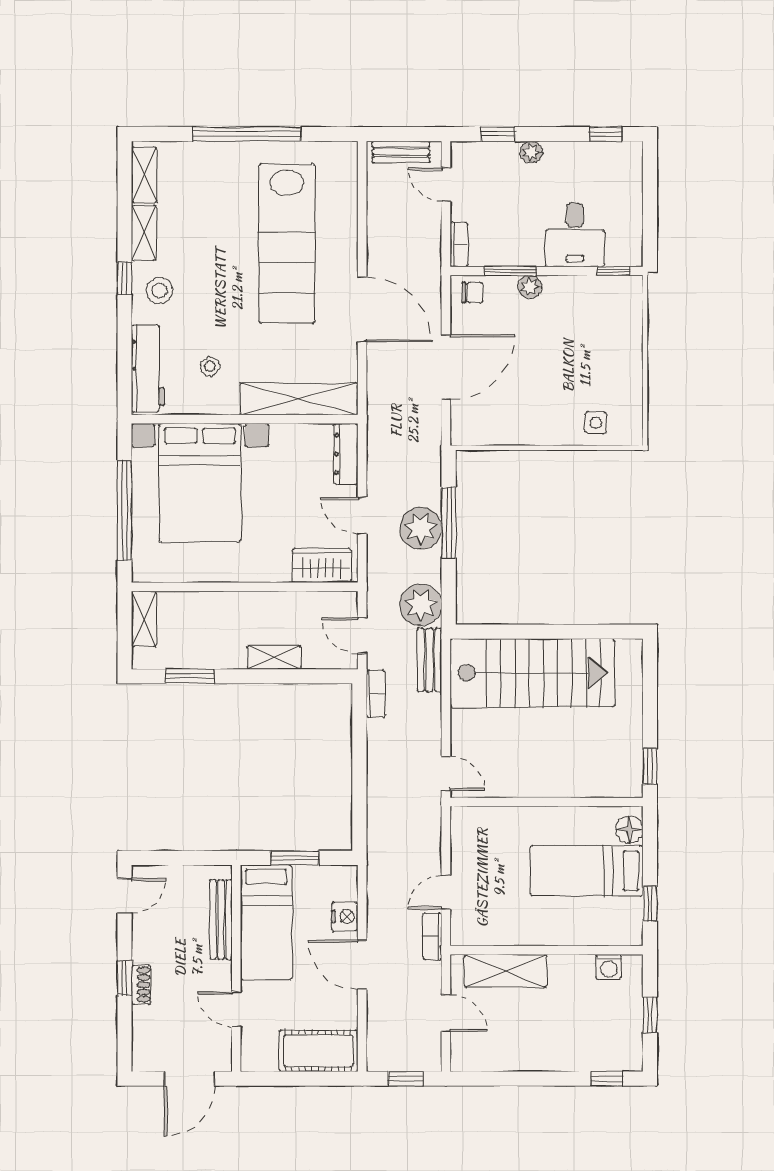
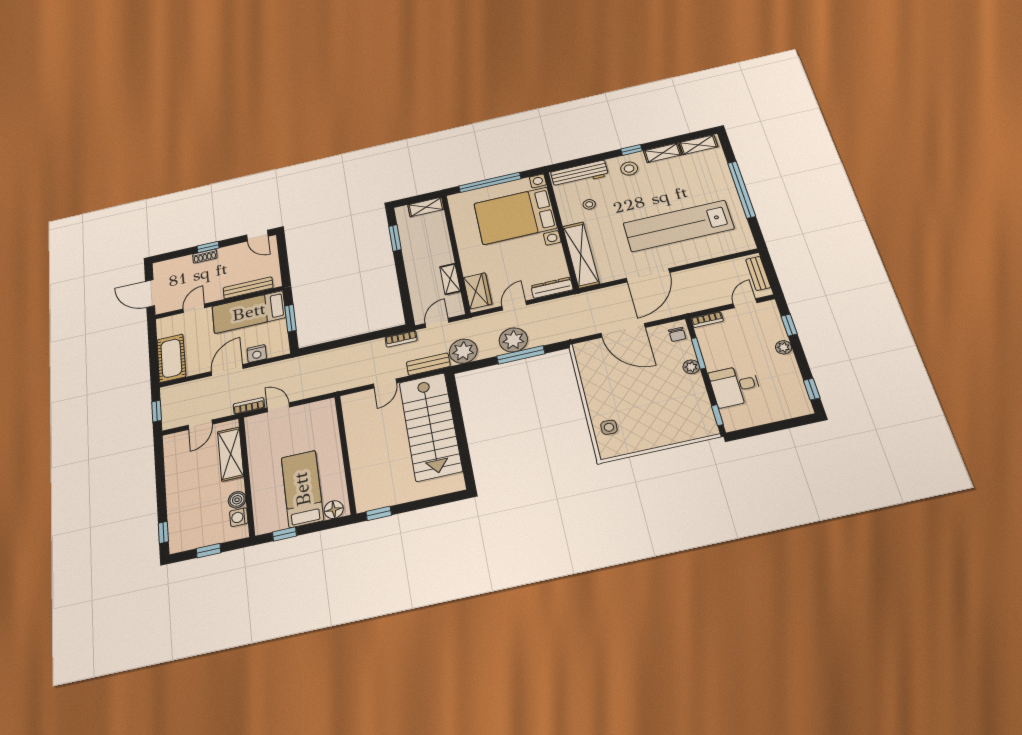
shelving: (274, 657) -> (450, 279), moved
door: (446, 774) -> (385, 384), moved
boiler: (581, 967) -> (237, 500), added

